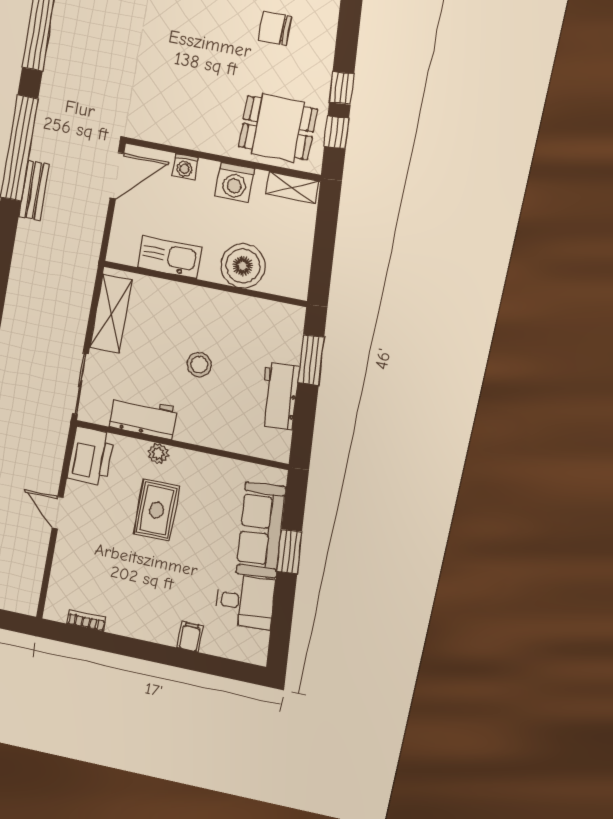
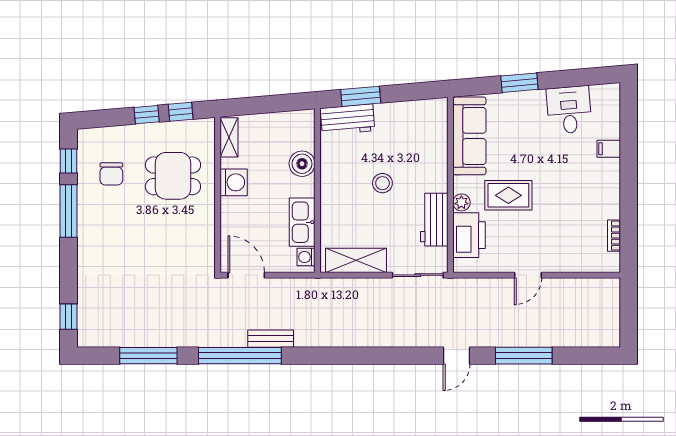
dining table: (278, 128) -> (173, 176), moved, turned 90
washing machine: (185, 167) -> (306, 257), moved, turned 180
boiler: (243, 266) -> (302, 164), width x0.73, depth x0.73
workbench: (279, 396) -> (347, 119), moved
printer: (91, 456) -> (469, 235), moved, turned 90
sofa: (261, 530) -> (469, 136), moved, turned -85

